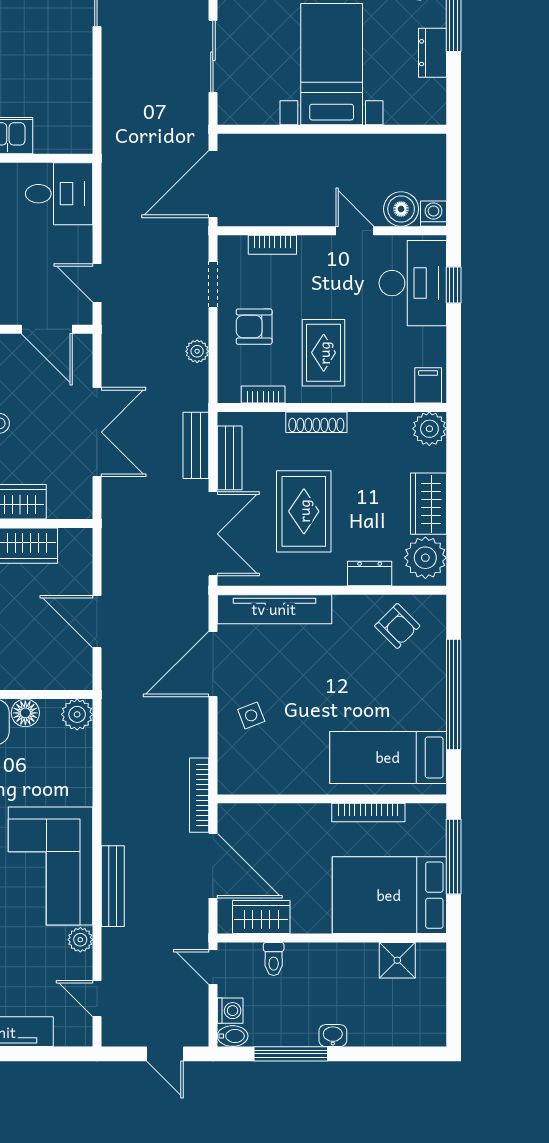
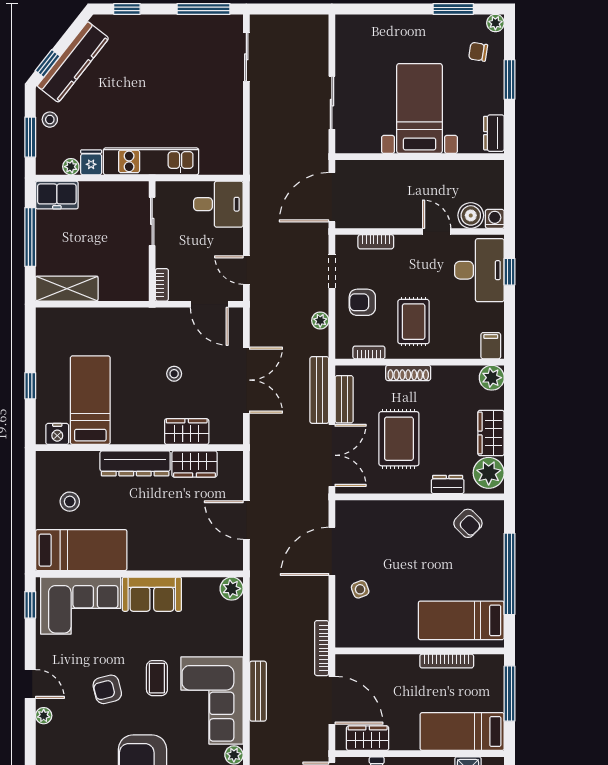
dresser: (432, 53) -> (494, 133), moved
bench: (196, 445) -> (319, 390), width x1.36
tv unit: (274, 609) -> (377, 511), removed
floor lamp: (25, 713) -> (193, 587), removed
bench: (113, 886) -> (258, 691), moved
bed: (389, 895) -> (462, 732), width x0.67

